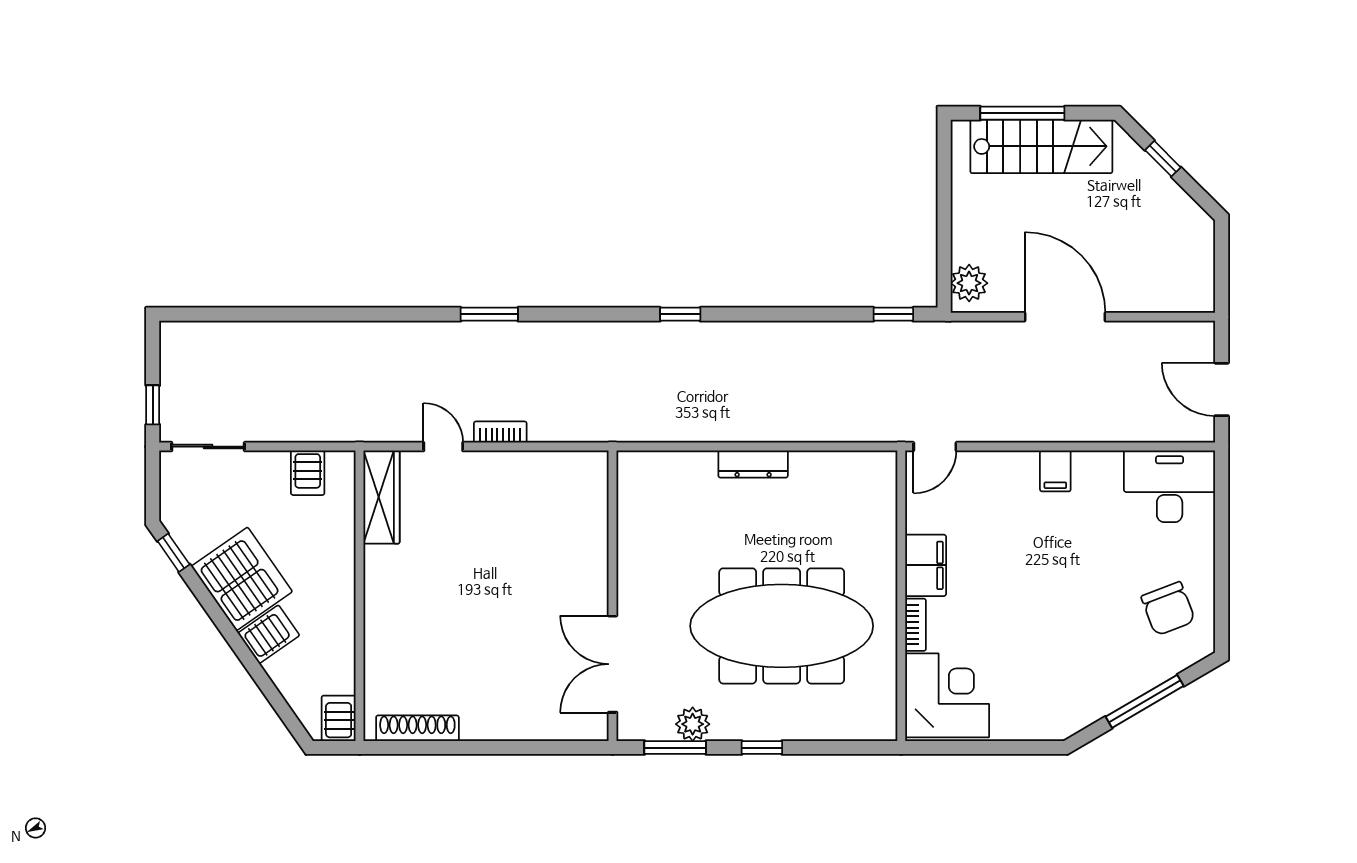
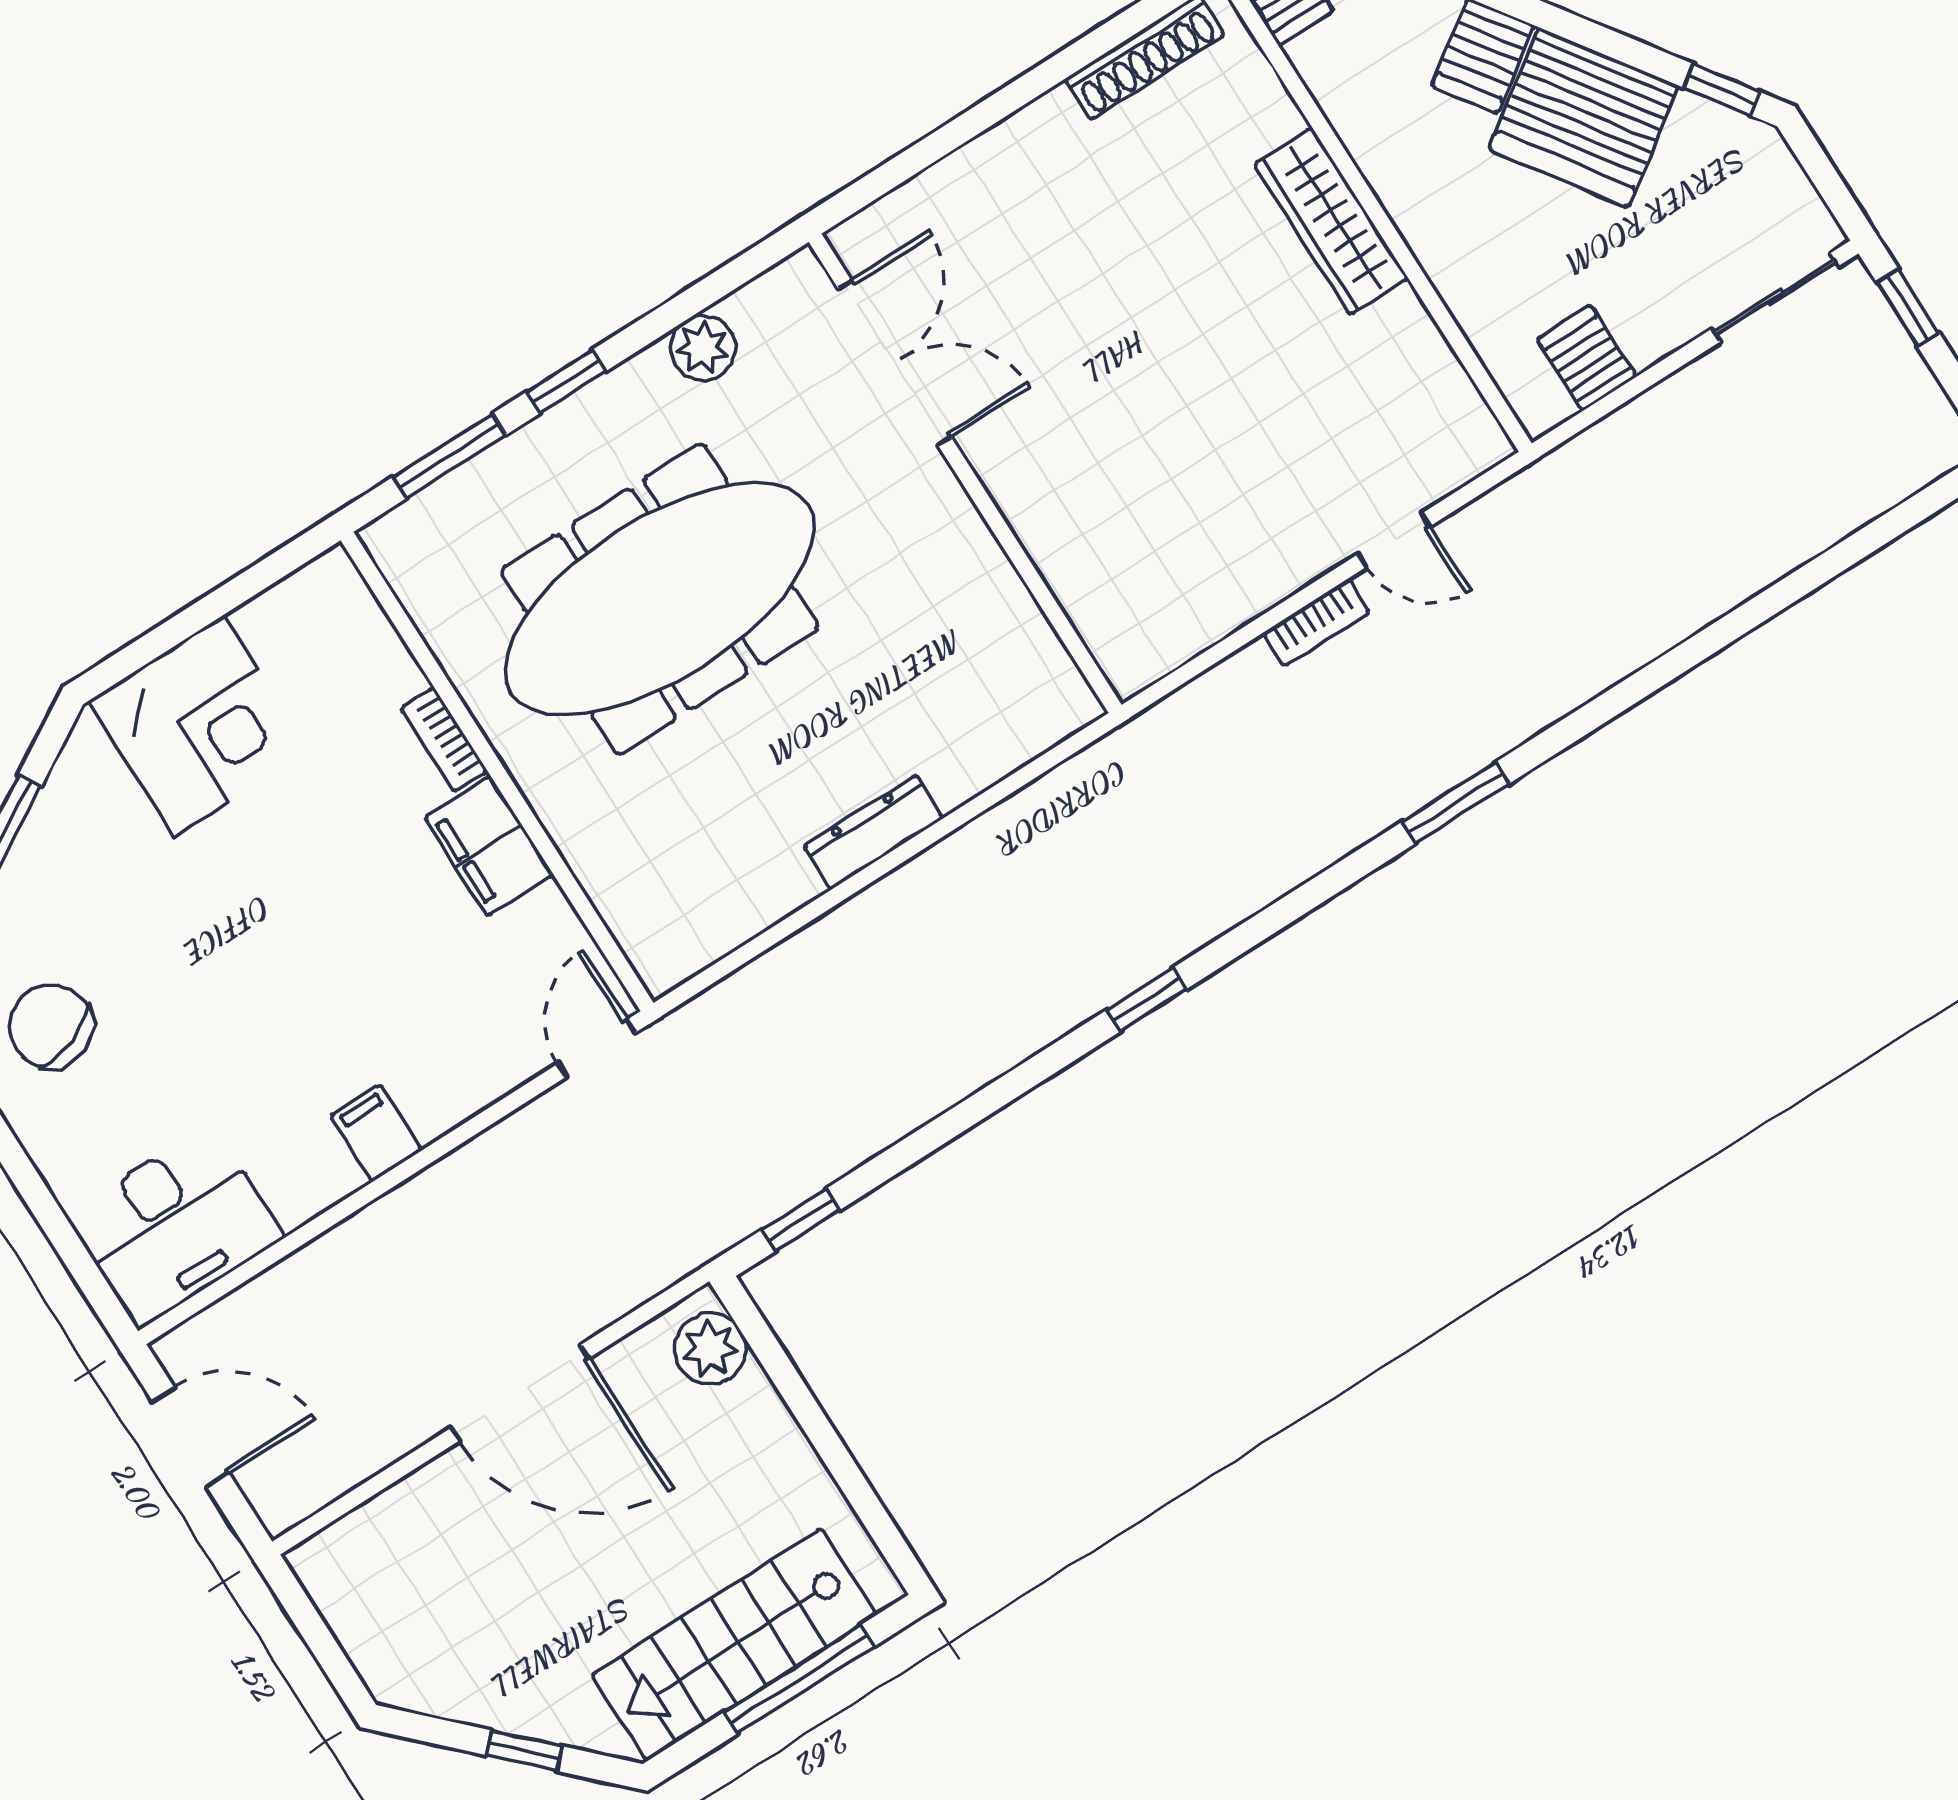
wardrobe: (382, 497) -> (1331, 221), moved
corner desk: (947, 695) -> (199, 726), moved, turned -90
window: (675, 748) -> (449, 456), moved

